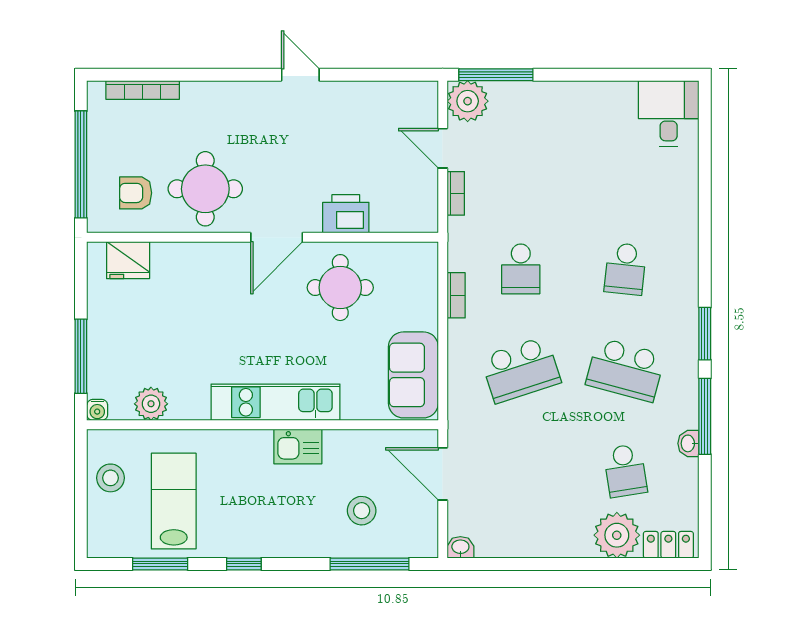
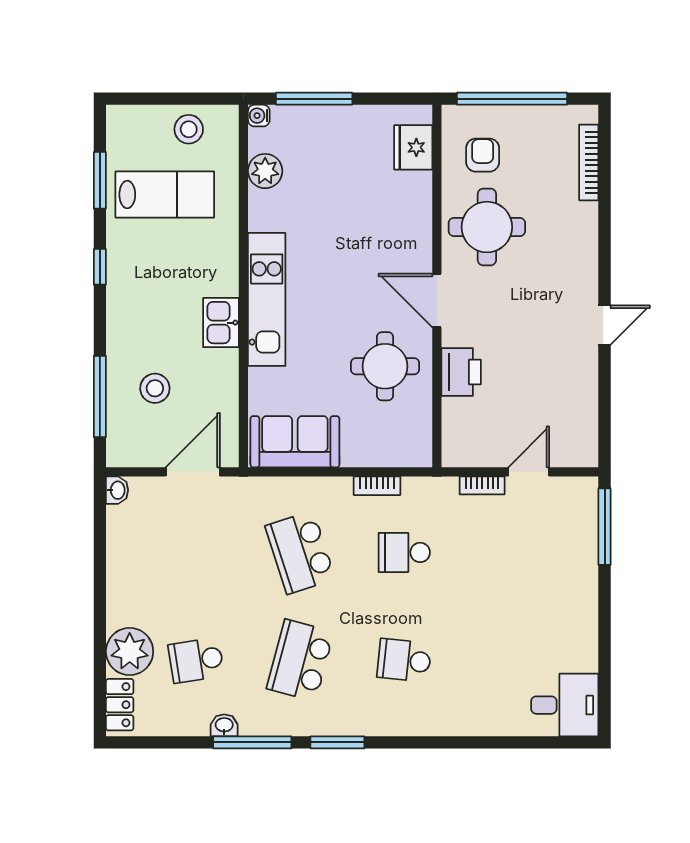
plant: (468, 101) -> (577, 498), removed

